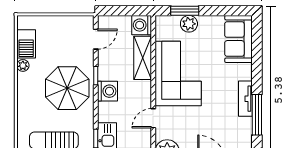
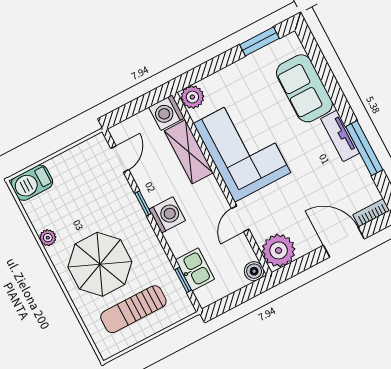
window: (185, 11) -> (259, 41), moved
plant: (189, 24) -> (192, 97), moved
sofa: (239, 39) -> (304, 88), moved
barbecue: (26, 44) -> (32, 183), moved, turned 90
parasol: (67, 88) -> (100, 264), moved

